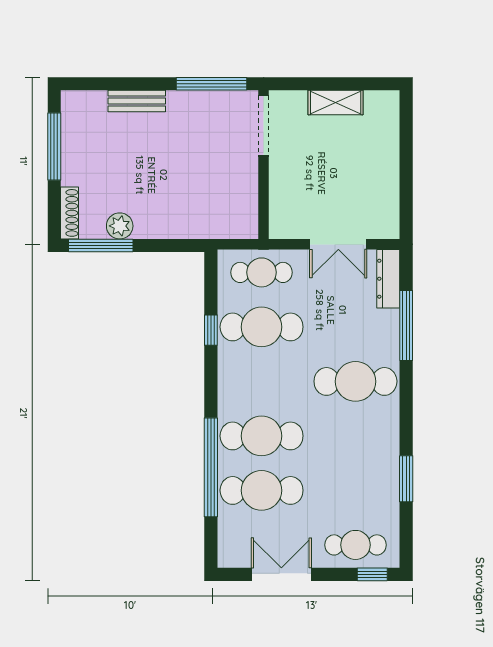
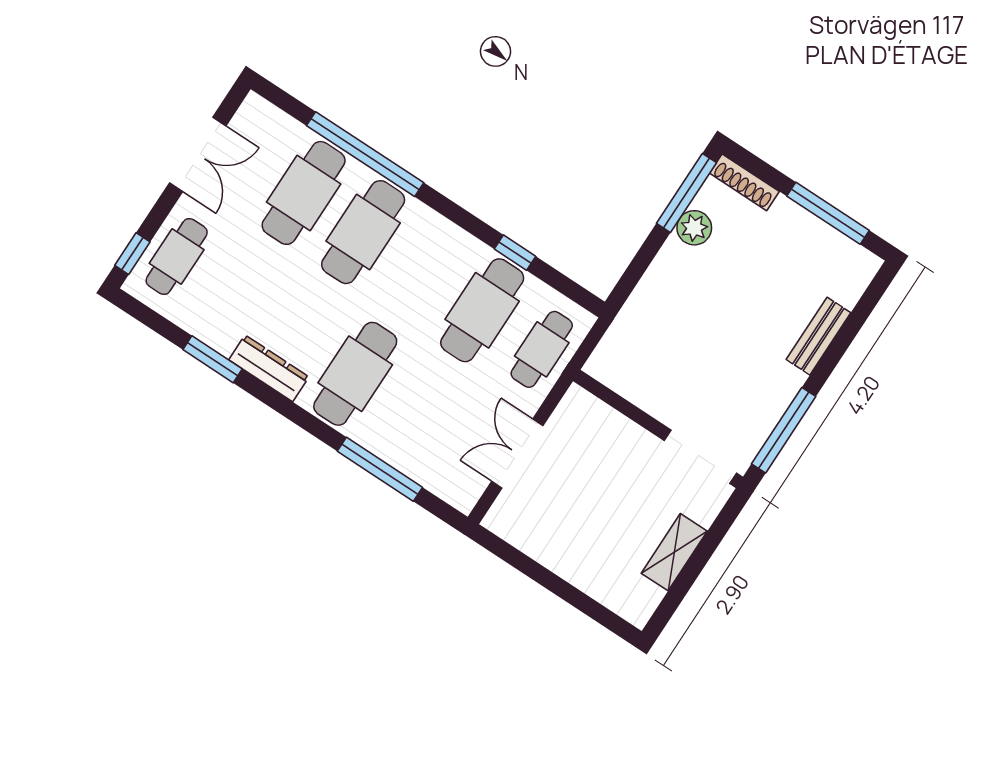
dresser: (388, 279) -> (269, 368), moved

